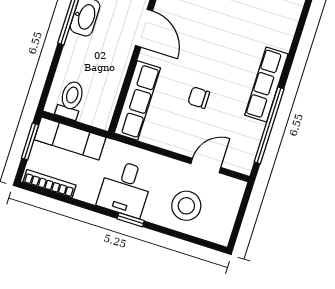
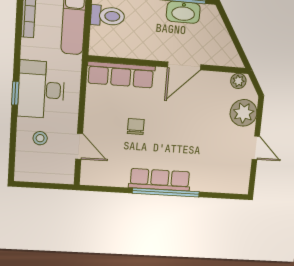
window: (269, 125) -> (166, 192), moved
desk: (125, 188) -> (41, 90), width x1.37
stool: (186, 206) -> (40, 138), width x0.53, depth x0.53

